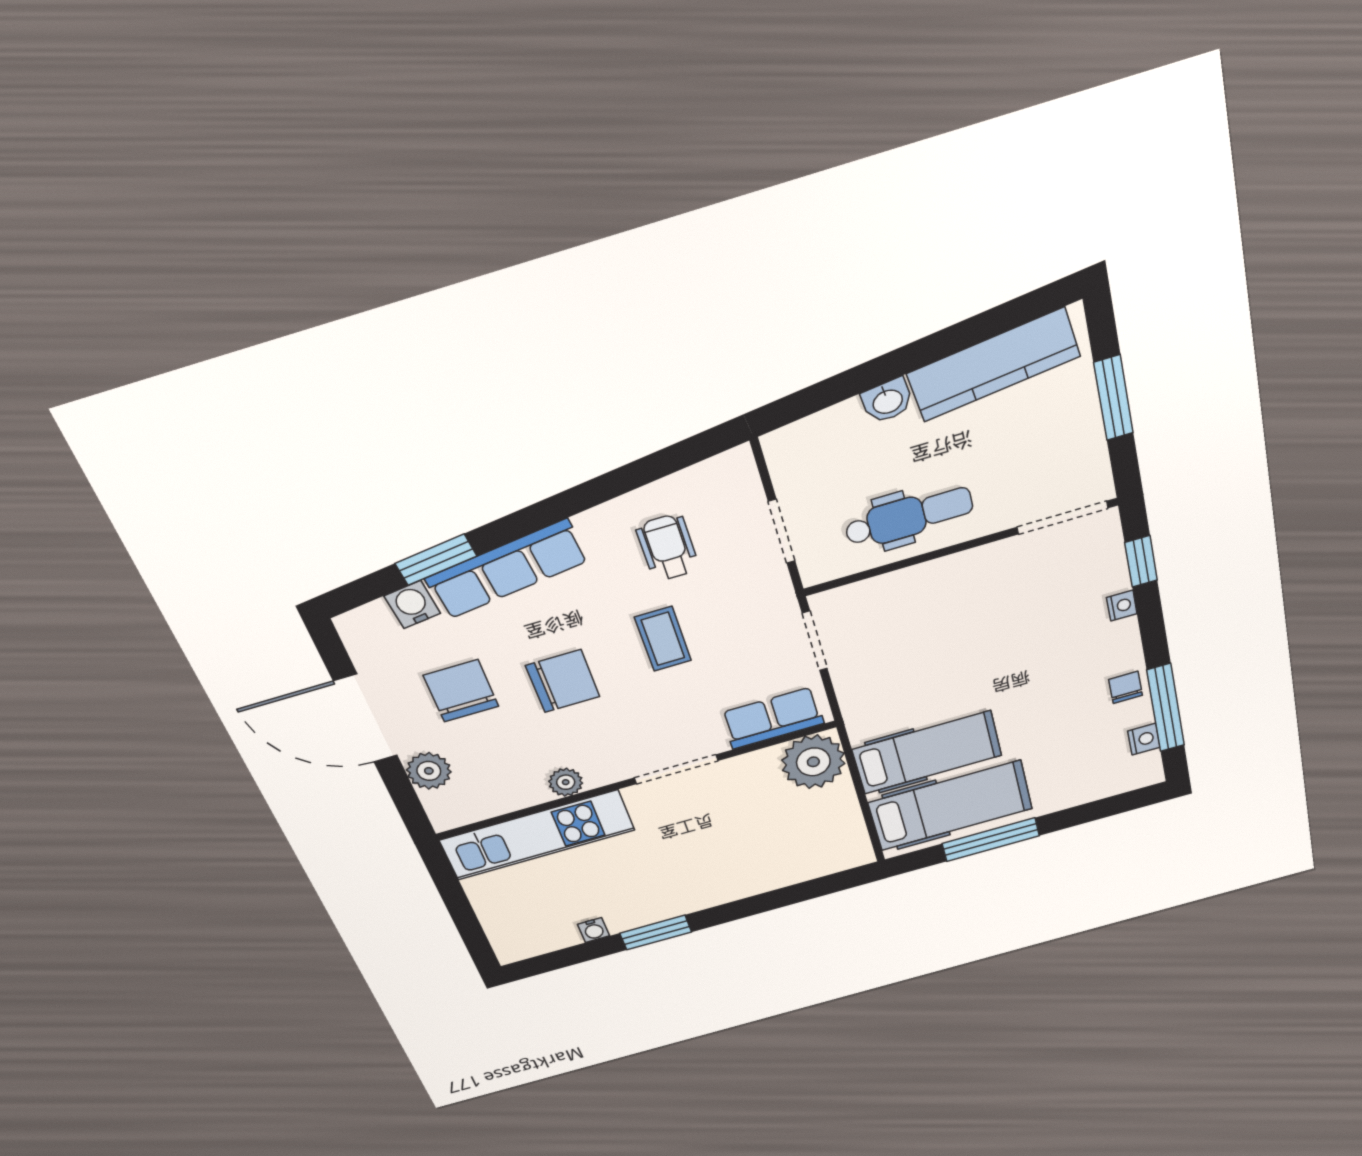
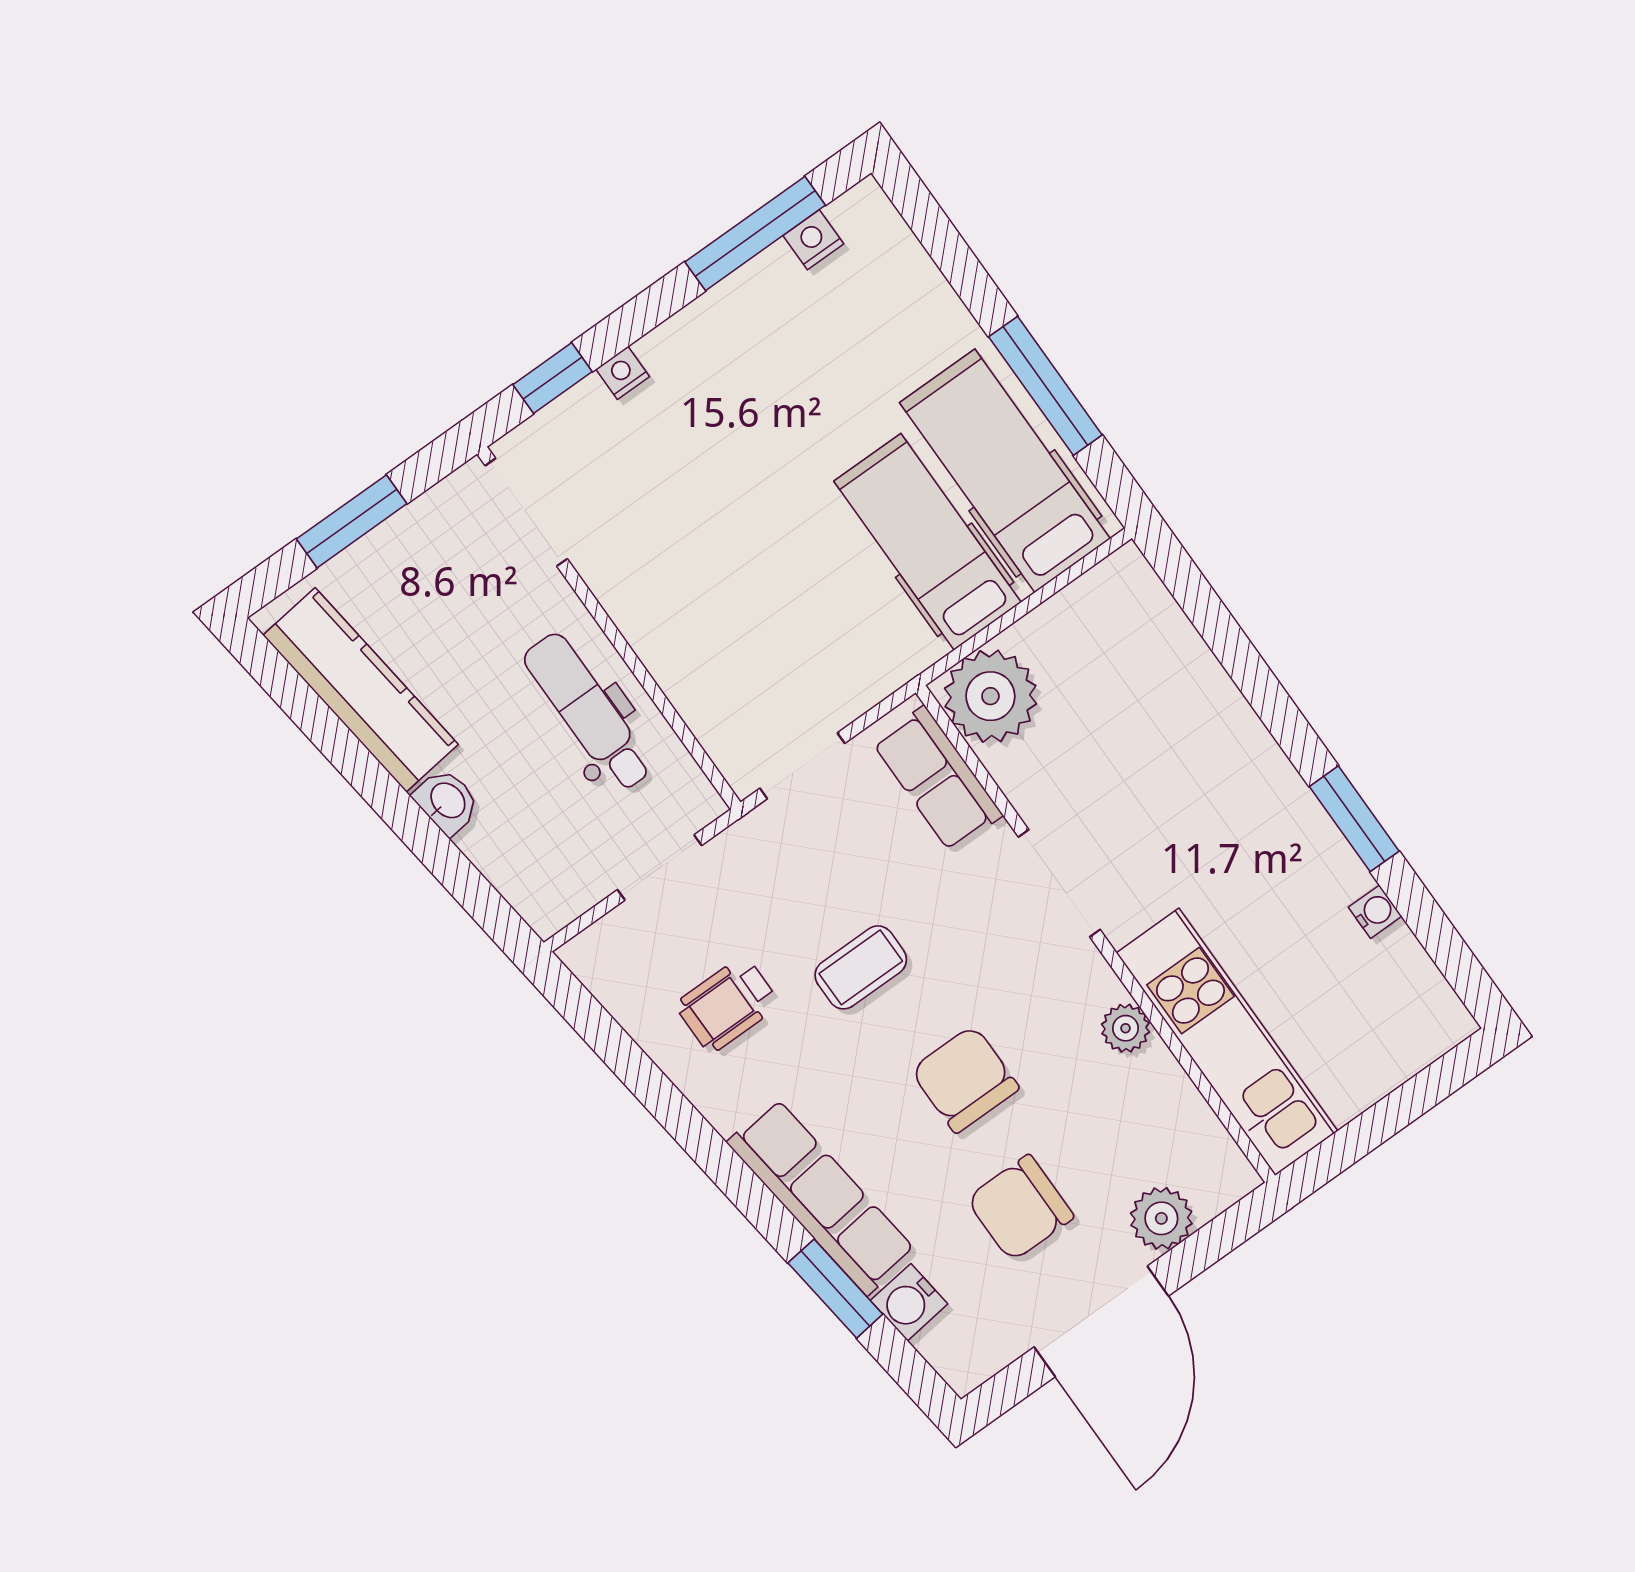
chair: (1126, 687) -> (741, 307), removed

